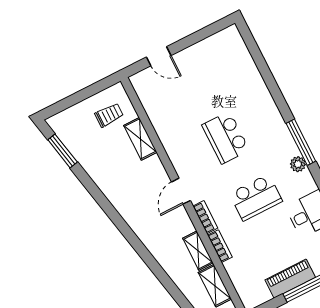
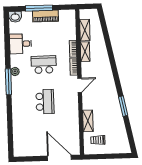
door: (159, 56) -> (59, 158), width x1.88
window: (63, 151) -> (123, 106), moved

